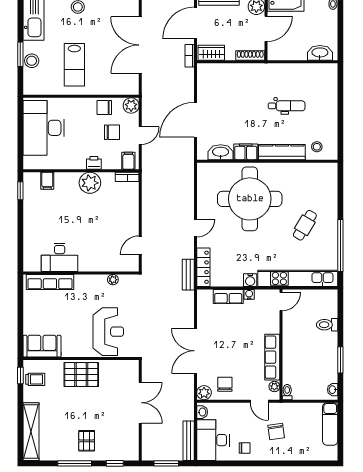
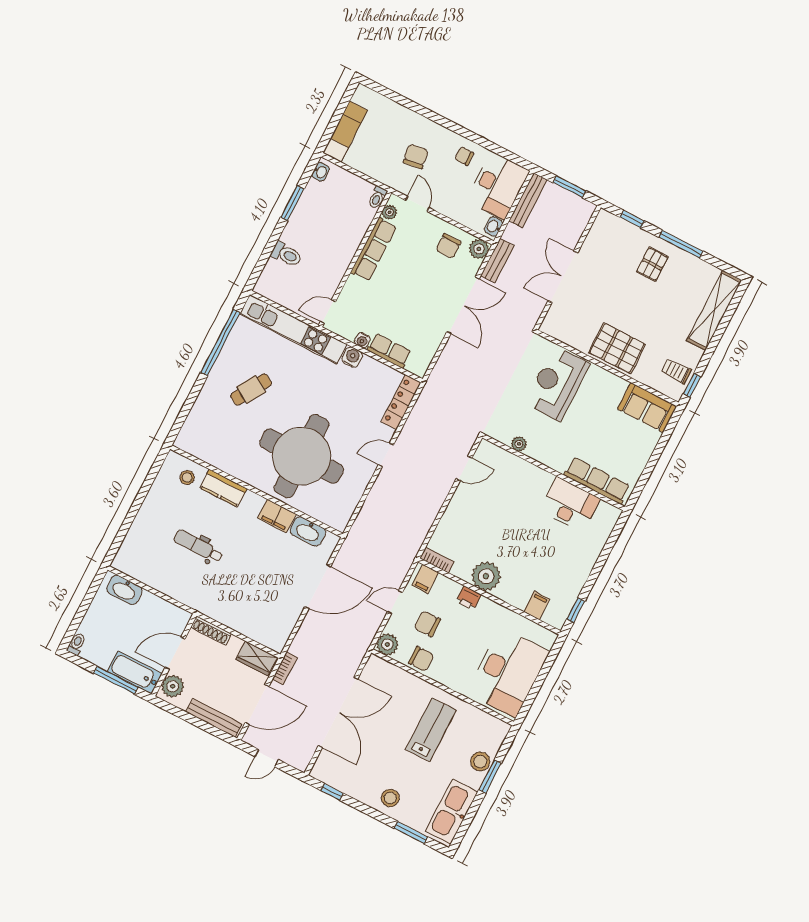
kitchen counter: (282, 152) -> (223, 488), width x0.67
bench: (188, 275) -> (497, 261), moved

